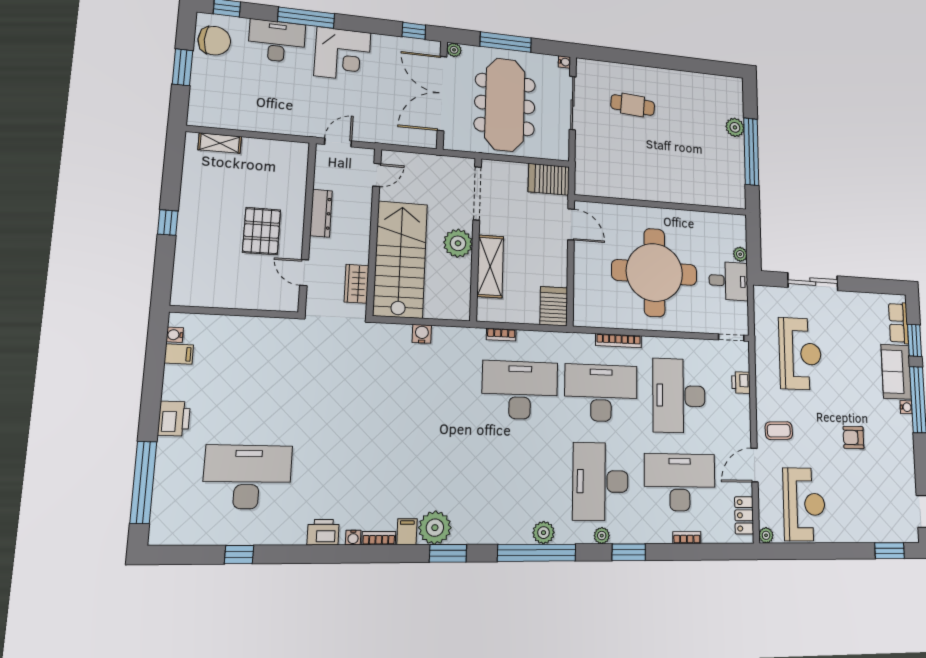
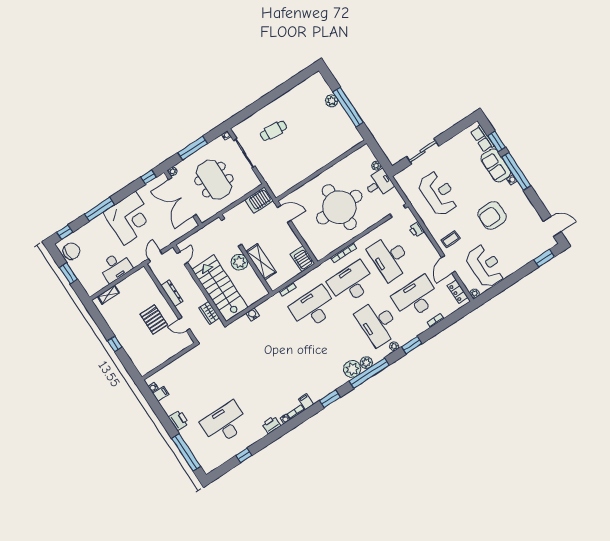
desk: (277, 41) -> (115, 267), moved, turned 180
corner desk: (343, 54) -> (130, 218), width x1.36, depth x1.36
meeting table: (505, 105) -> (214, 180), width x0.73
armchair: (853, 438) -> (492, 215), width x1.88, depth x1.88
plant: (435, 528) -> (352, 369), moved

